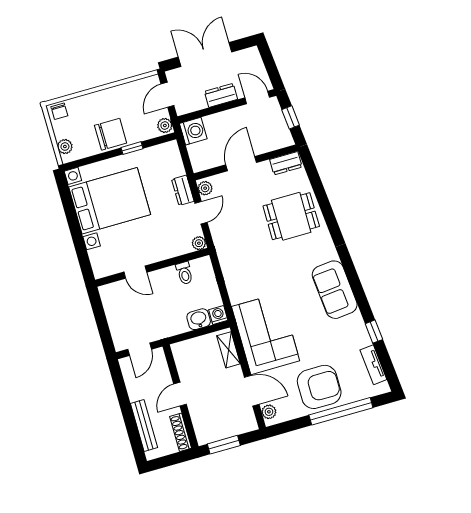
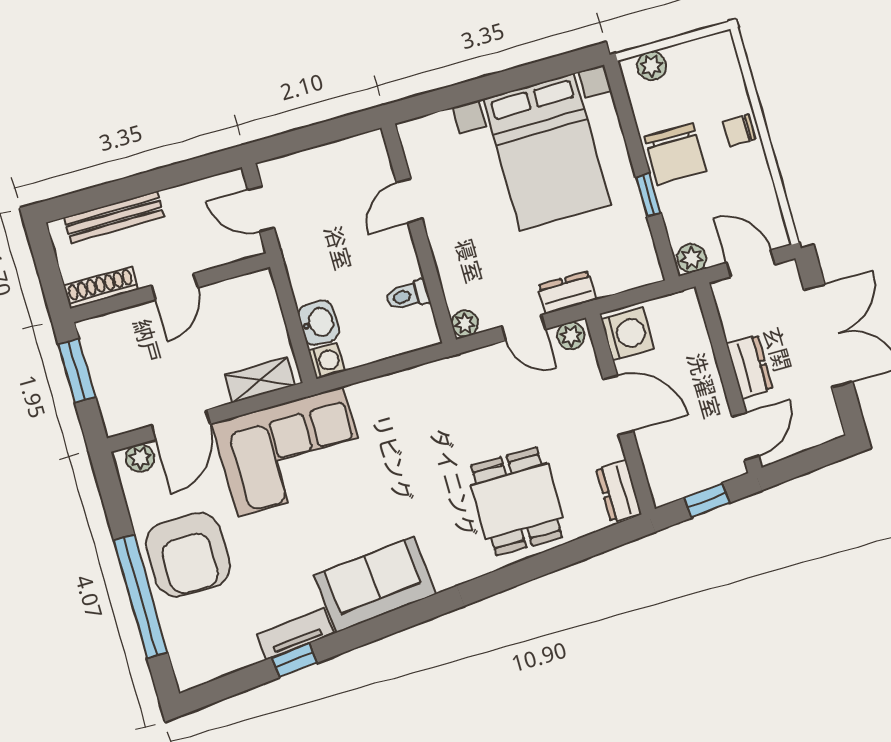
chair: (59, 111) -> (739, 130), moved
washing machine: (193, 131) -> (628, 334), moved, turned -90
tv unit: (373, 365) -> (295, 634), moved
door: (180, 394) -> (175, 286), swing flipped

